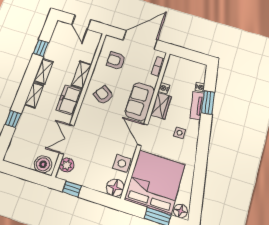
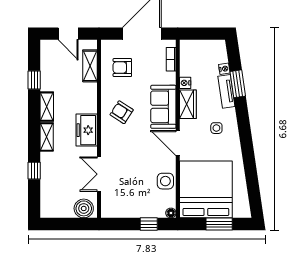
shelving: (81, 75) -> (90, 66), moved
plant: (67, 165) -> (109, 201), removed
floor lamp: (115, 188) -> (171, 213), width x0.53, depth x0.53
window: (72, 189) -> (149, 224), moved
floor lamp: (181, 211) -> (241, 211), removed

